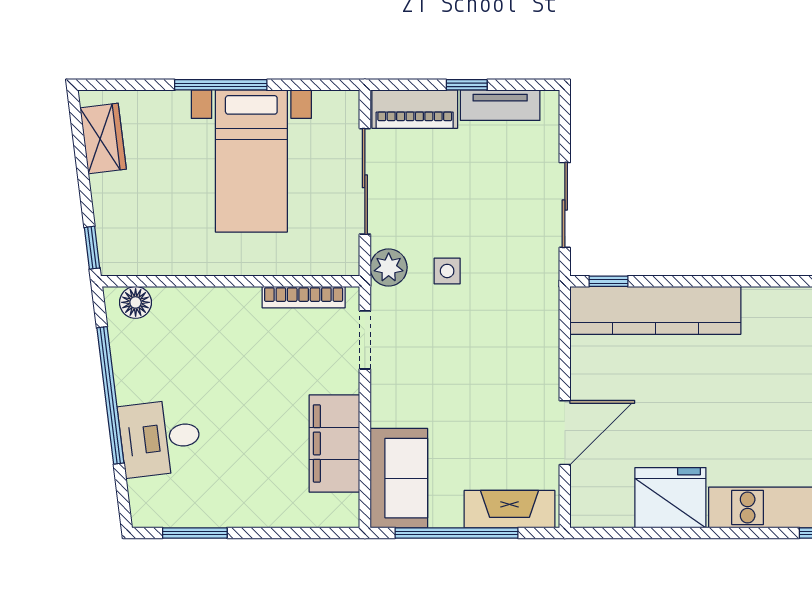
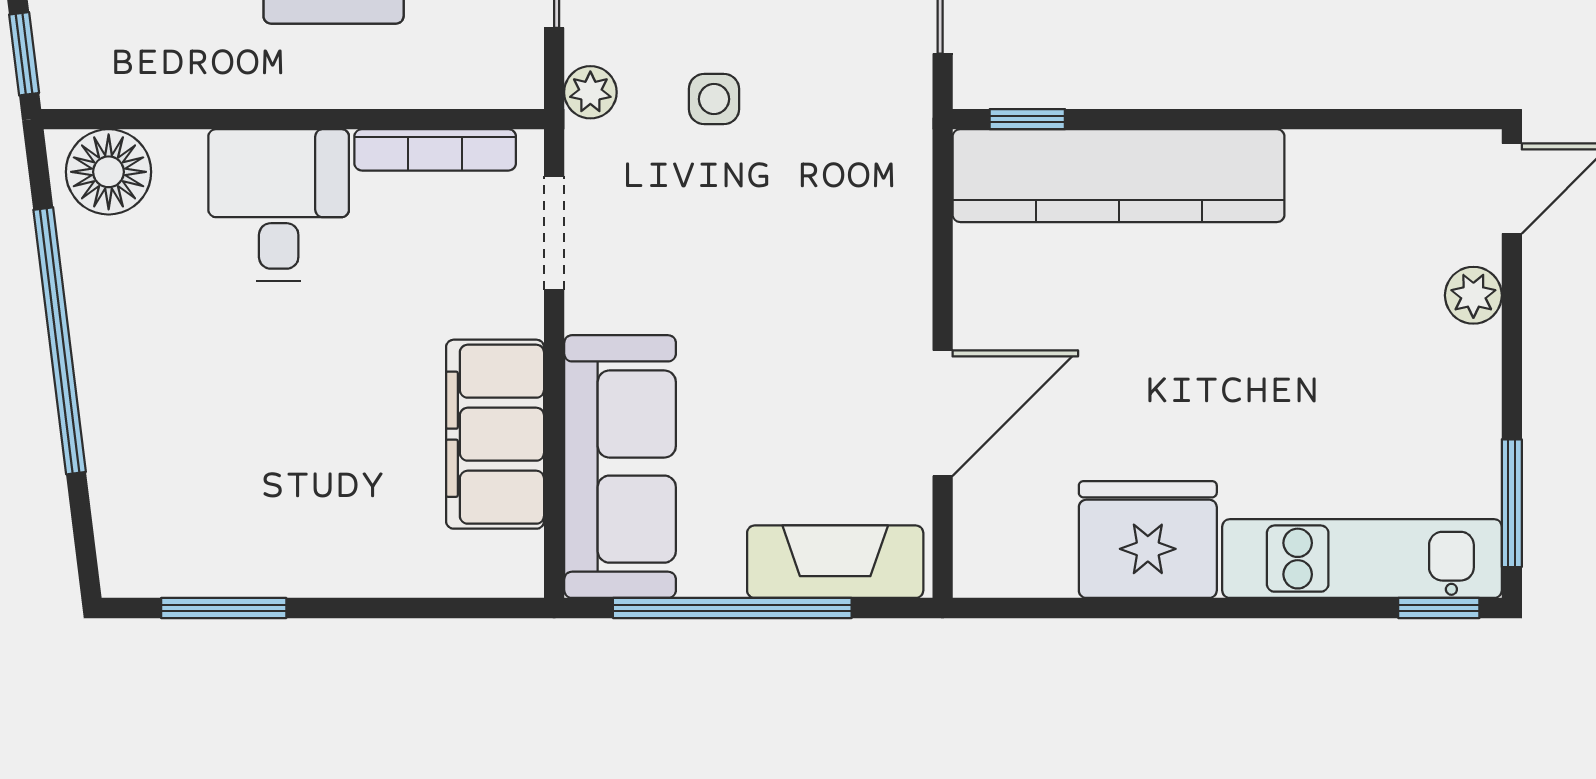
plant: (389, 267) -> (590, 92), width x0.73, depth x0.73
floor lamp: (136, 302) -> (109, 172), width x1.38, depth x1.38
desk: (160, 438) -> (279, 205), moved, turned 97
sofa: (399, 478) -> (620, 467), width x1.36

